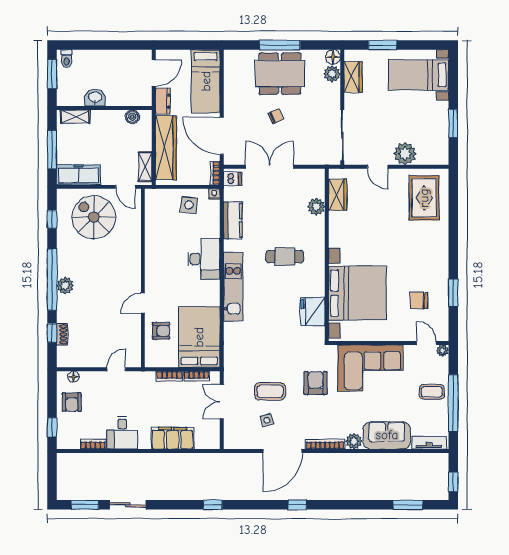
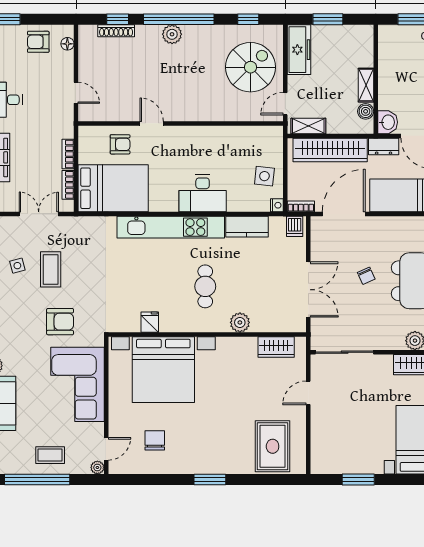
washbasin: (95, 98) -> (388, 122), moved
shelving: (75, 117) -> (366, 85), moved
window: (52, 150) -> (328, 19), width x0.69
plant: (405, 154) -> (323, 424), removed
double door: (270, 167) -> (308, 290), moved
rug: (424, 198) -> (273, 446), turned 90
plant: (316, 207) -> (240, 322), moved
kitchen unit: (233, 287) -> (171, 227), width x1.36
window: (453, 293) -> (210, 479), moved
fridge: (313, 312) -> (150, 322), width x0.53, depth x0.75
armchair: (161, 331) -> (120, 144), turned -90
shoe rack: (62, 334) -> (116, 31), width x1.43
coffee table: (432, 392) -> (50, 455), turned 90

